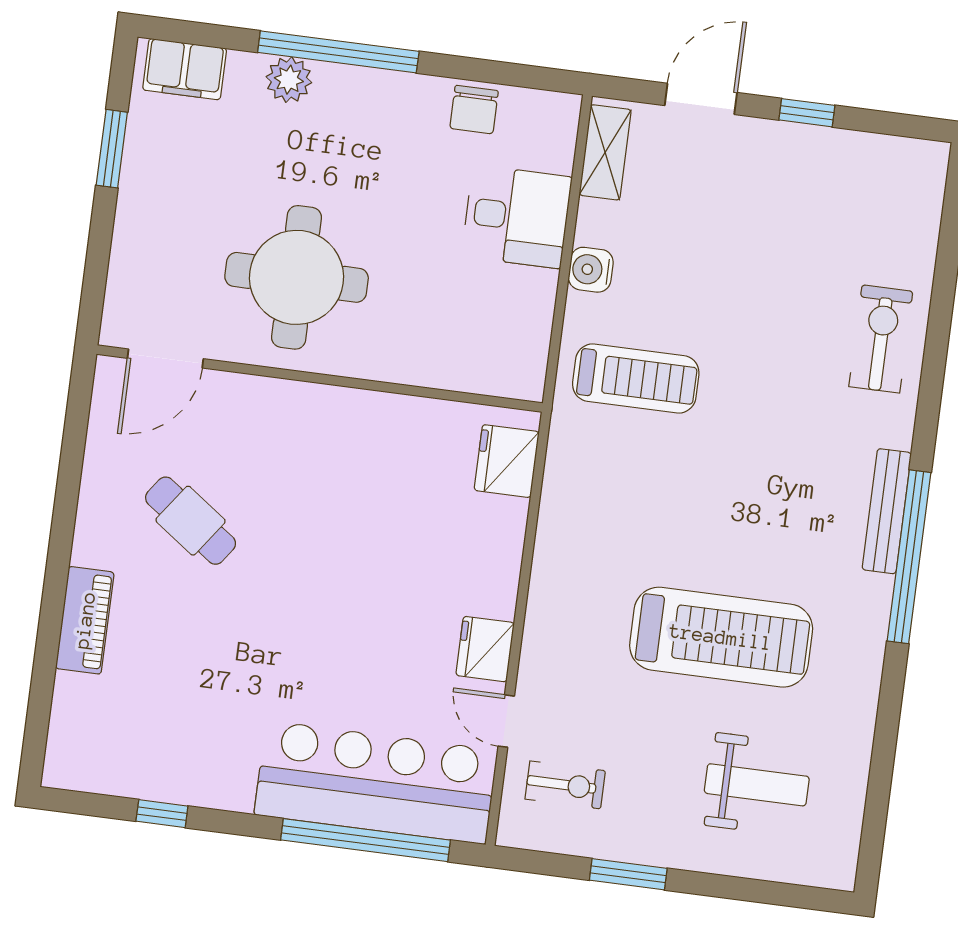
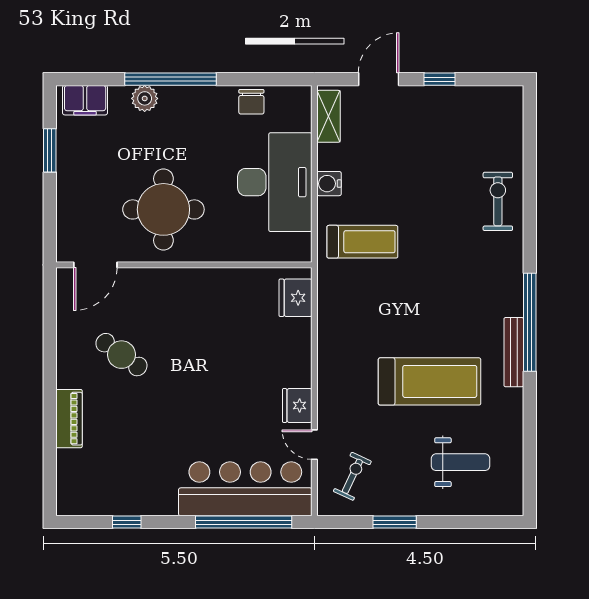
desk: (517, 217) -> (275, 182), width x1.87, depth x1.30
bench: (887, 511) -> (514, 352), moved
exercise bike: (565, 785) -> (352, 476), turned -65

